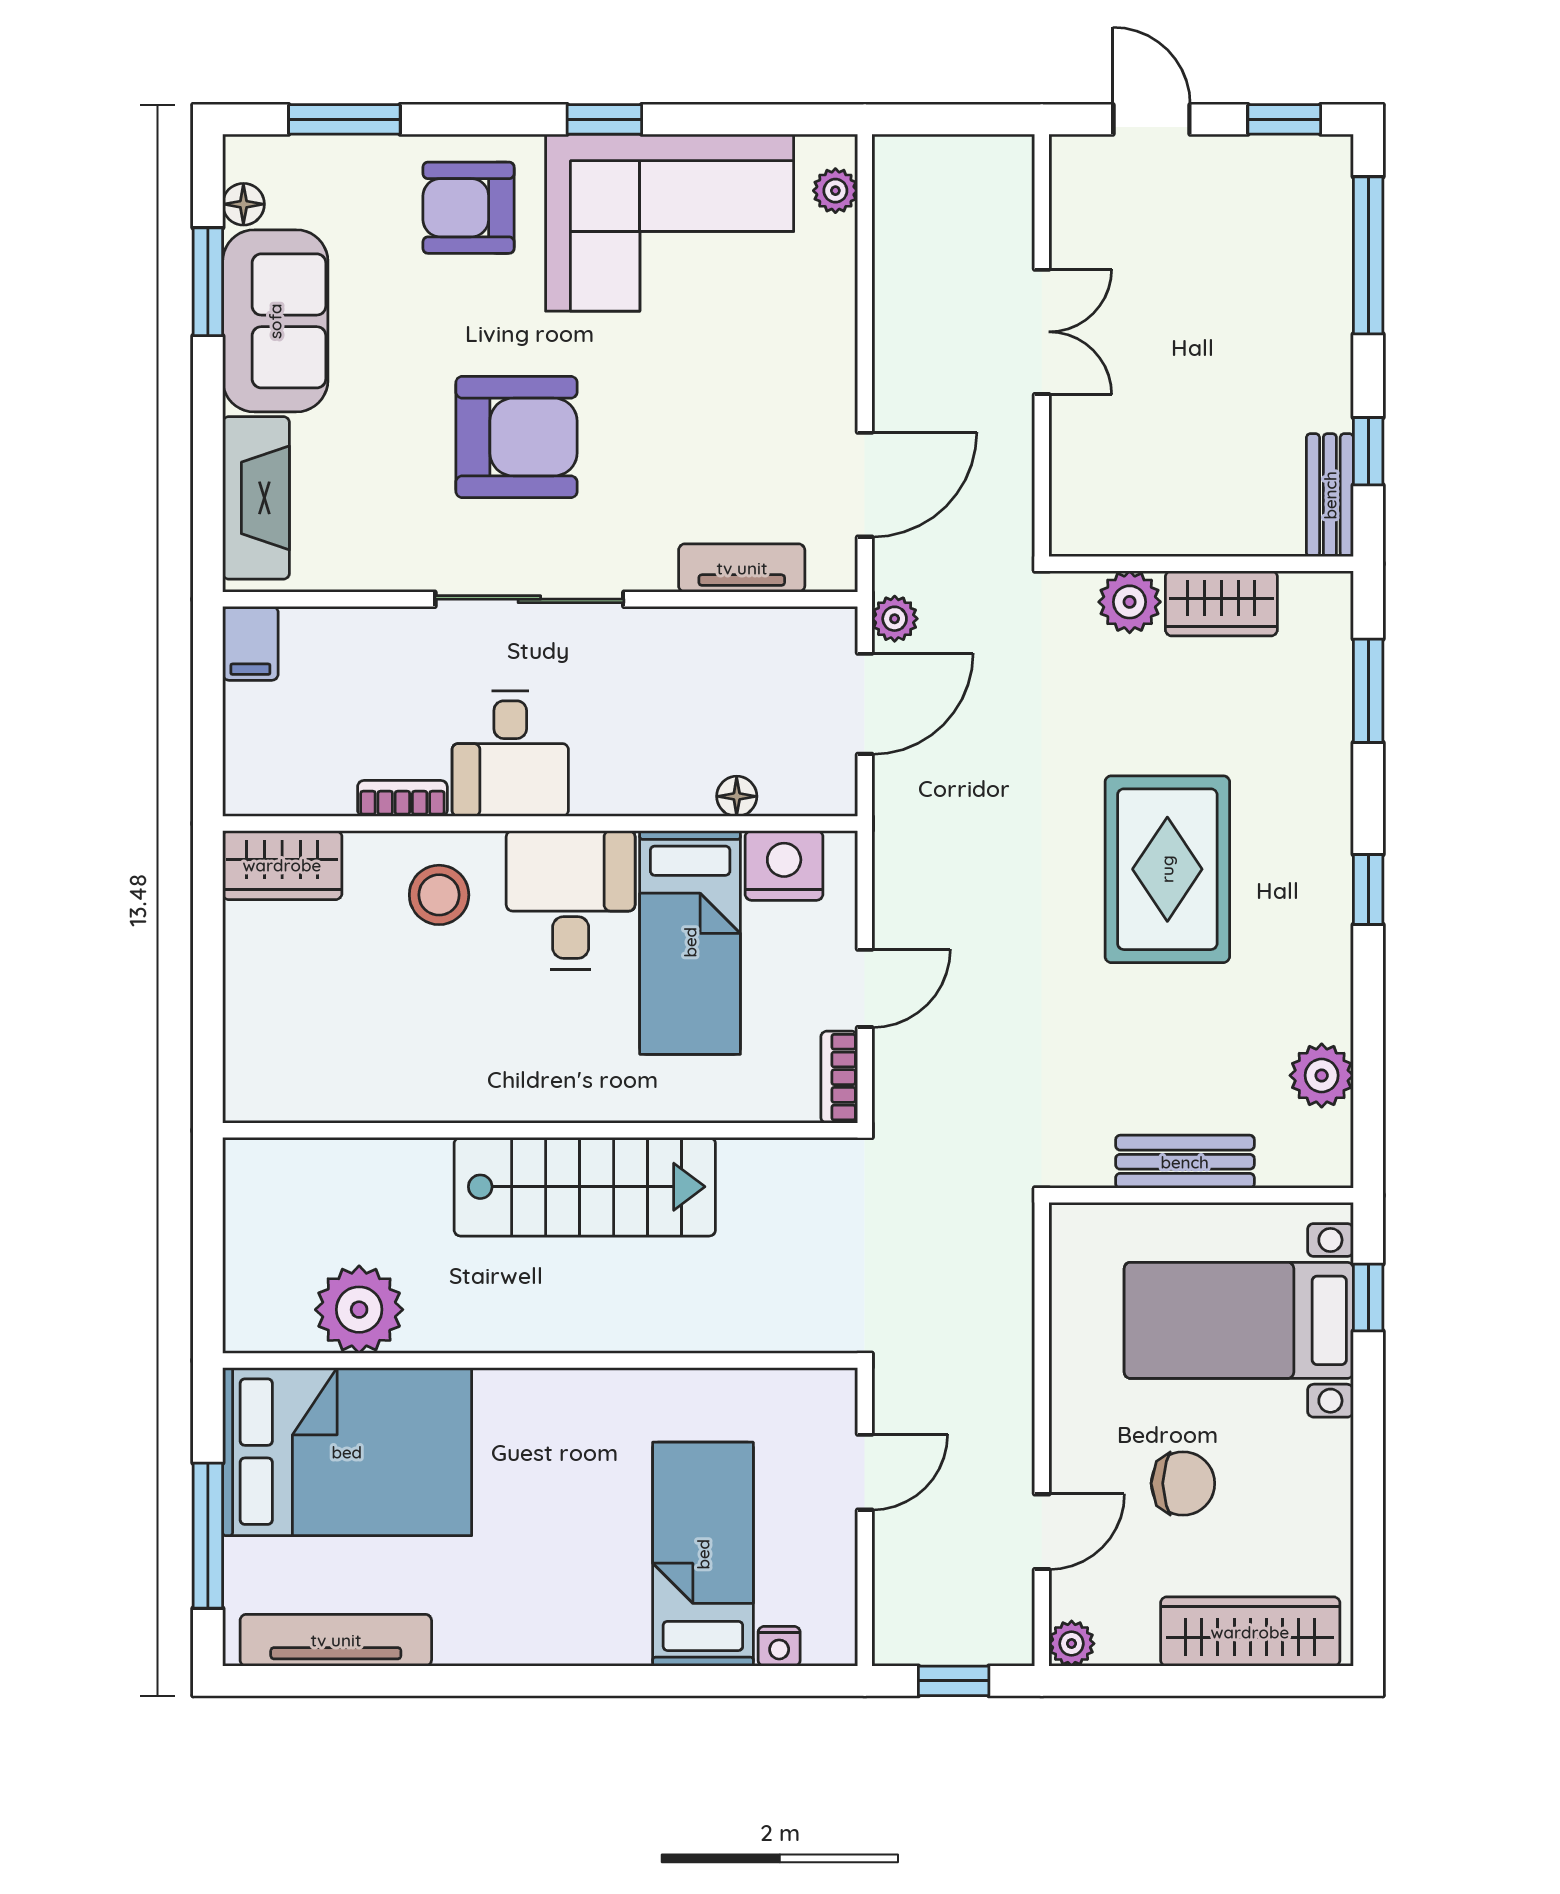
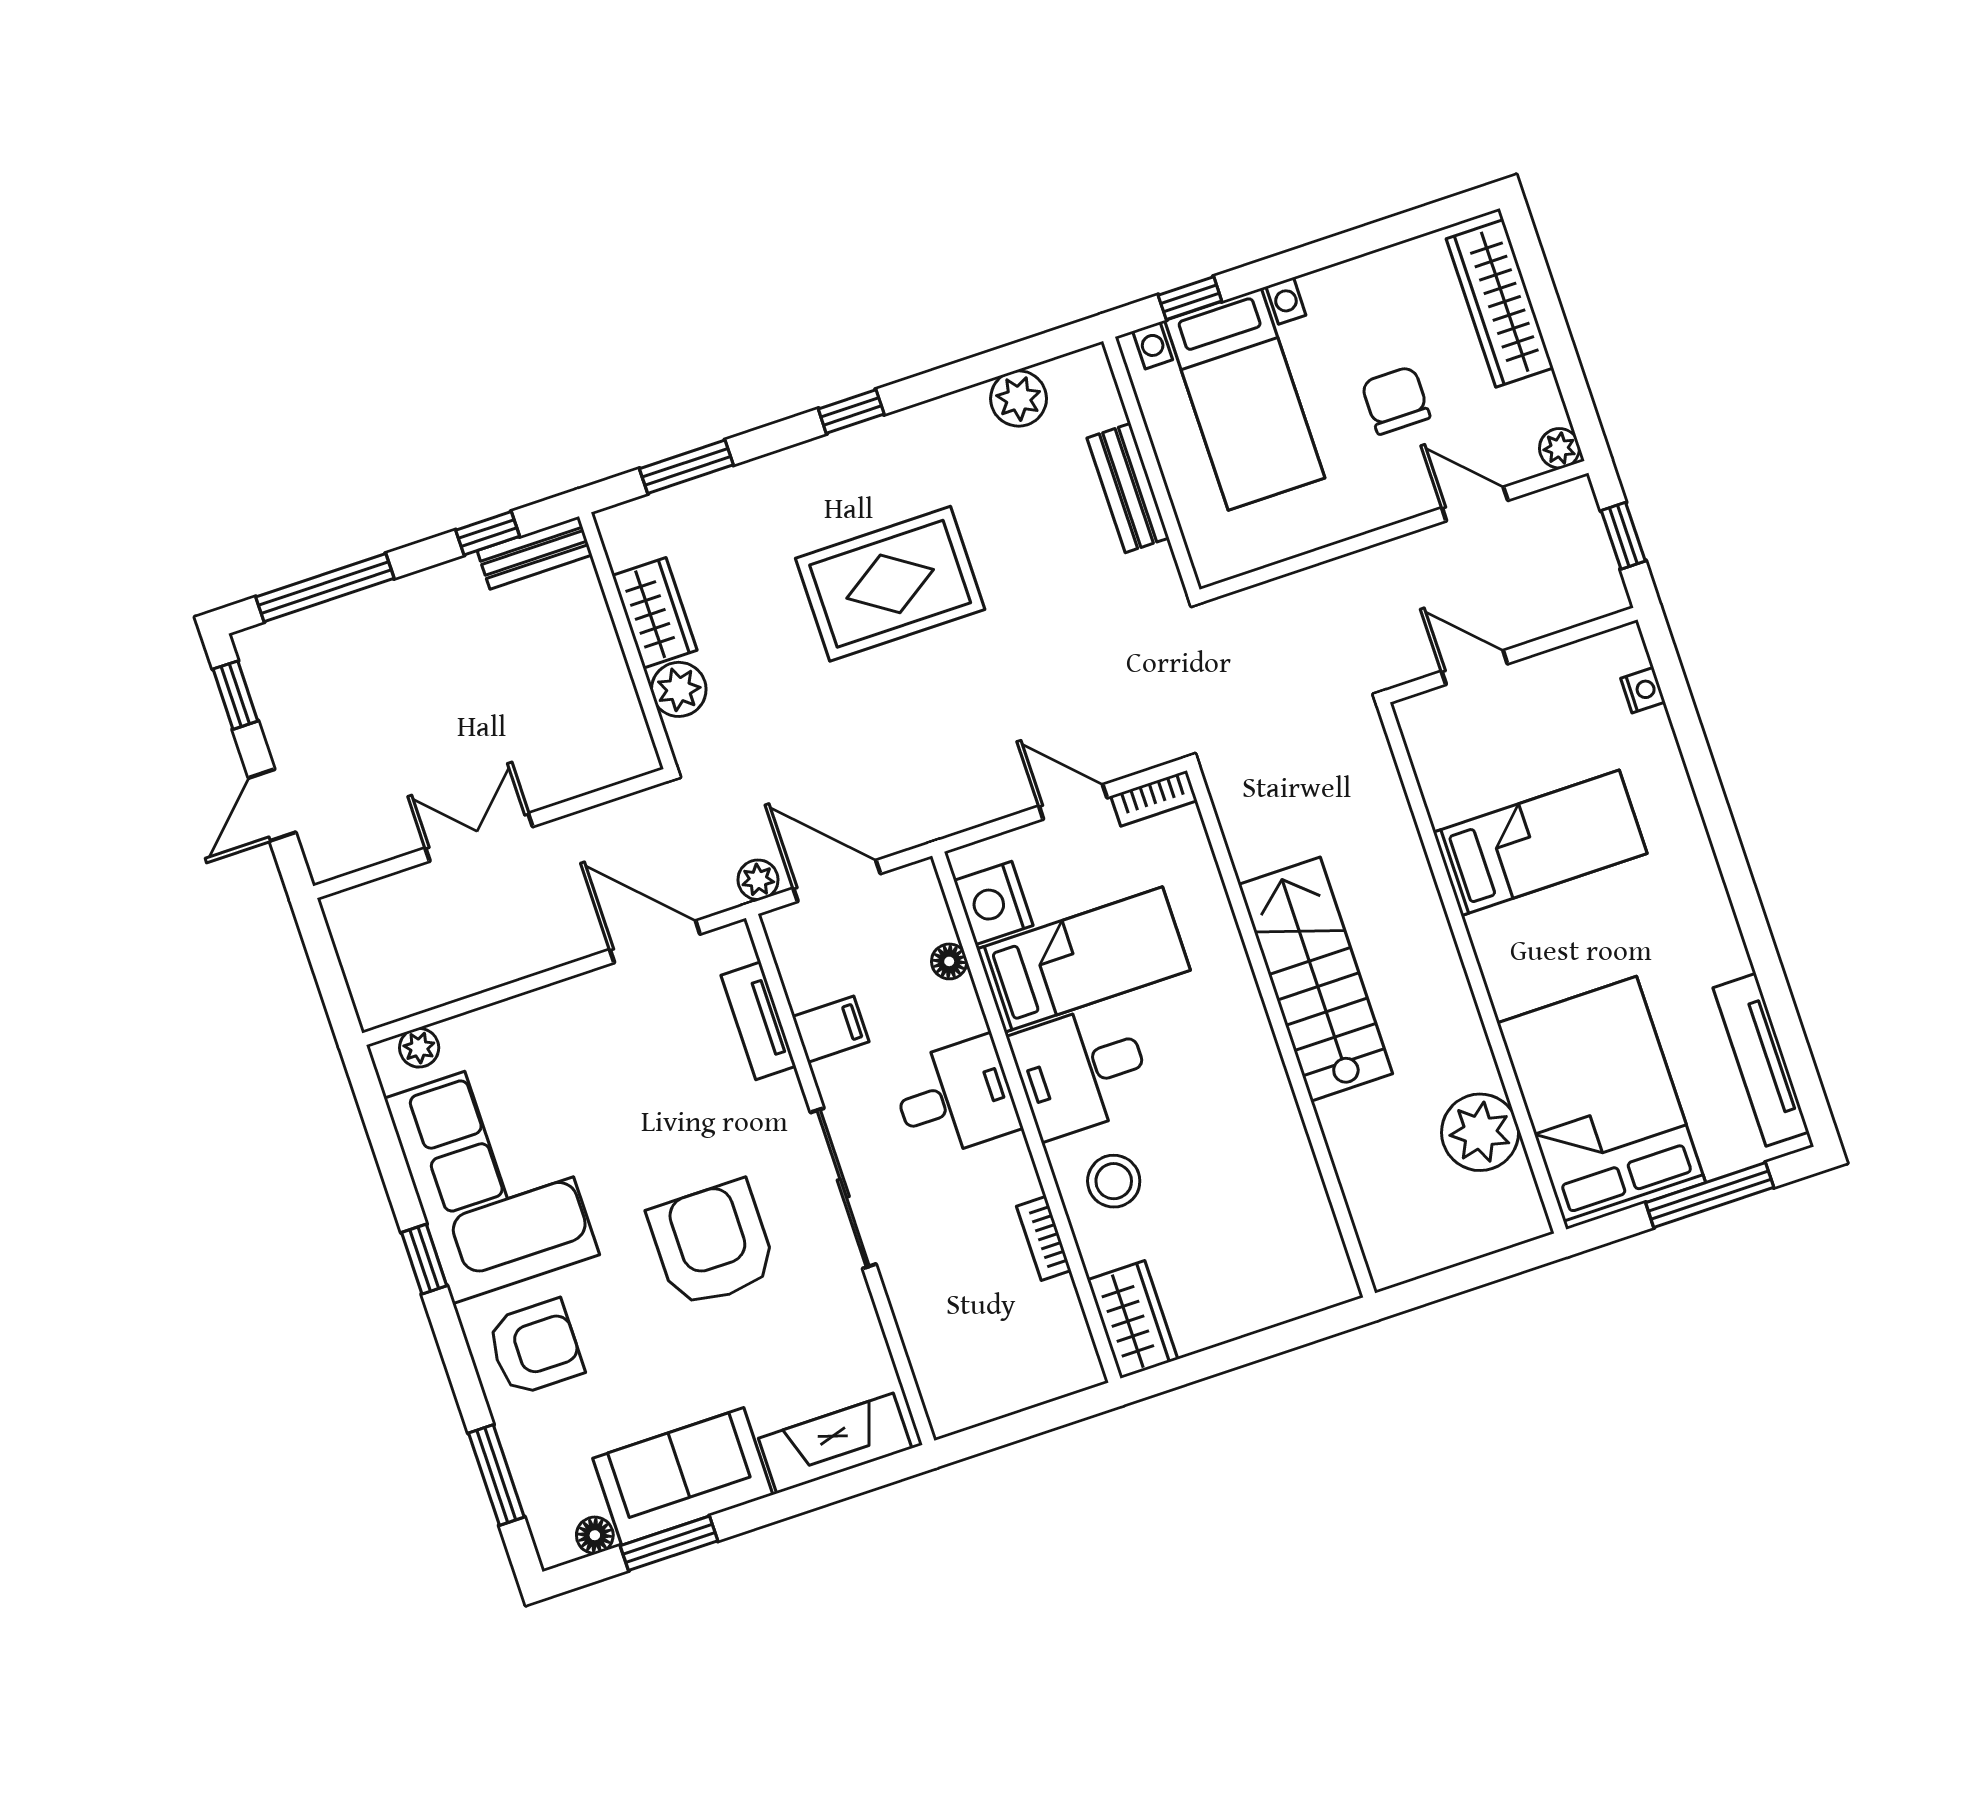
armchair: (469, 208) -> (535, 1347), turned -90
filing cabinet: (250, 643) -> (831, 1029), moved
desk: (510, 754) -> (955, 1098), moved
bed: (703, 1554) -> (1540, 843), moved, turned 180

